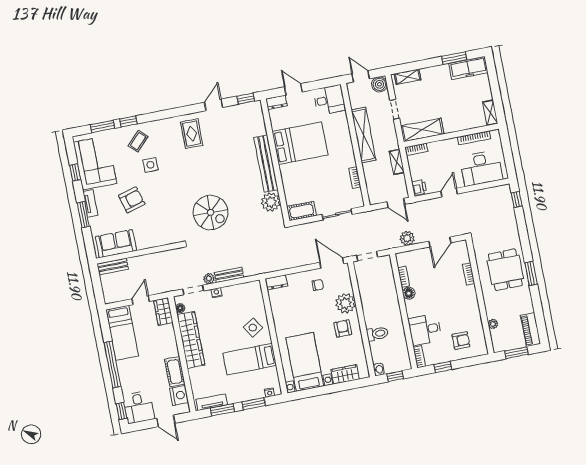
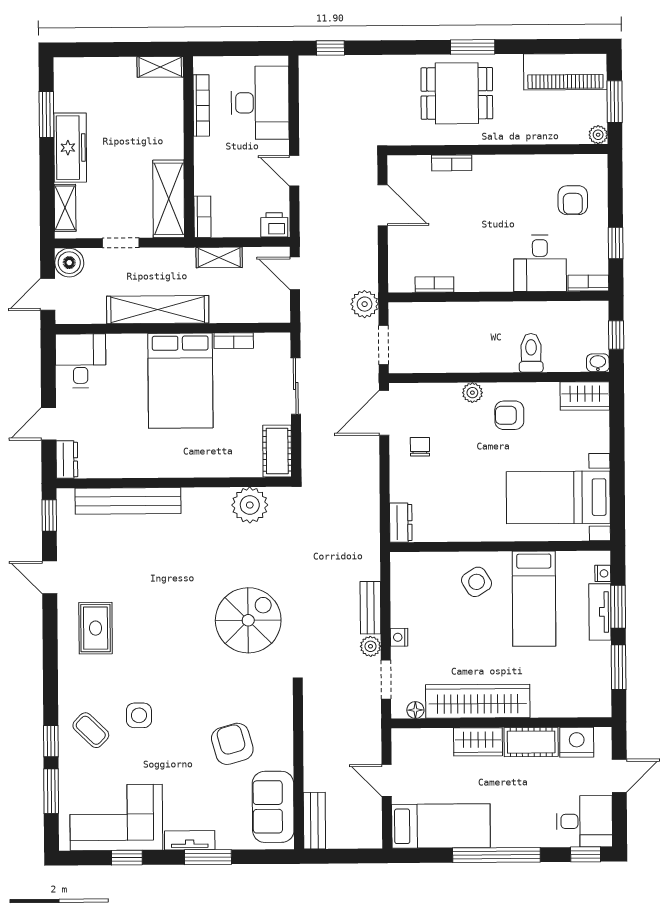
freezer: (468, 68) -> (70, 148), moved
rug: (192, 134) -> (96, 628), turned 90
bed: (300, 143) -> (180, 381), moved, turned 180
bench: (266, 164) -> (128, 501), moved
armchair: (132, 200) -> (232, 744), moved
door: (396, 203) -> (295, 273), swing flipped
plant: (407, 238) -> (365, 304), moved
floor lamp: (409, 293) -> (467, 281), removed
plant: (345, 303) -> (472, 393), width x0.53, depth x0.53
wardrobe: (163, 312) -> (478, 742), moved
plant: (493, 324) -> (598, 135), moved
piano: (531, 330) -> (565, 72), width x1.37, depth x1.33
armchair: (461, 341) -> (573, 200), turned 180
wardrobe: (345, 374) -> (585, 396), moved, turned -90
tv unit: (212, 402) -> (600, 612), moved

